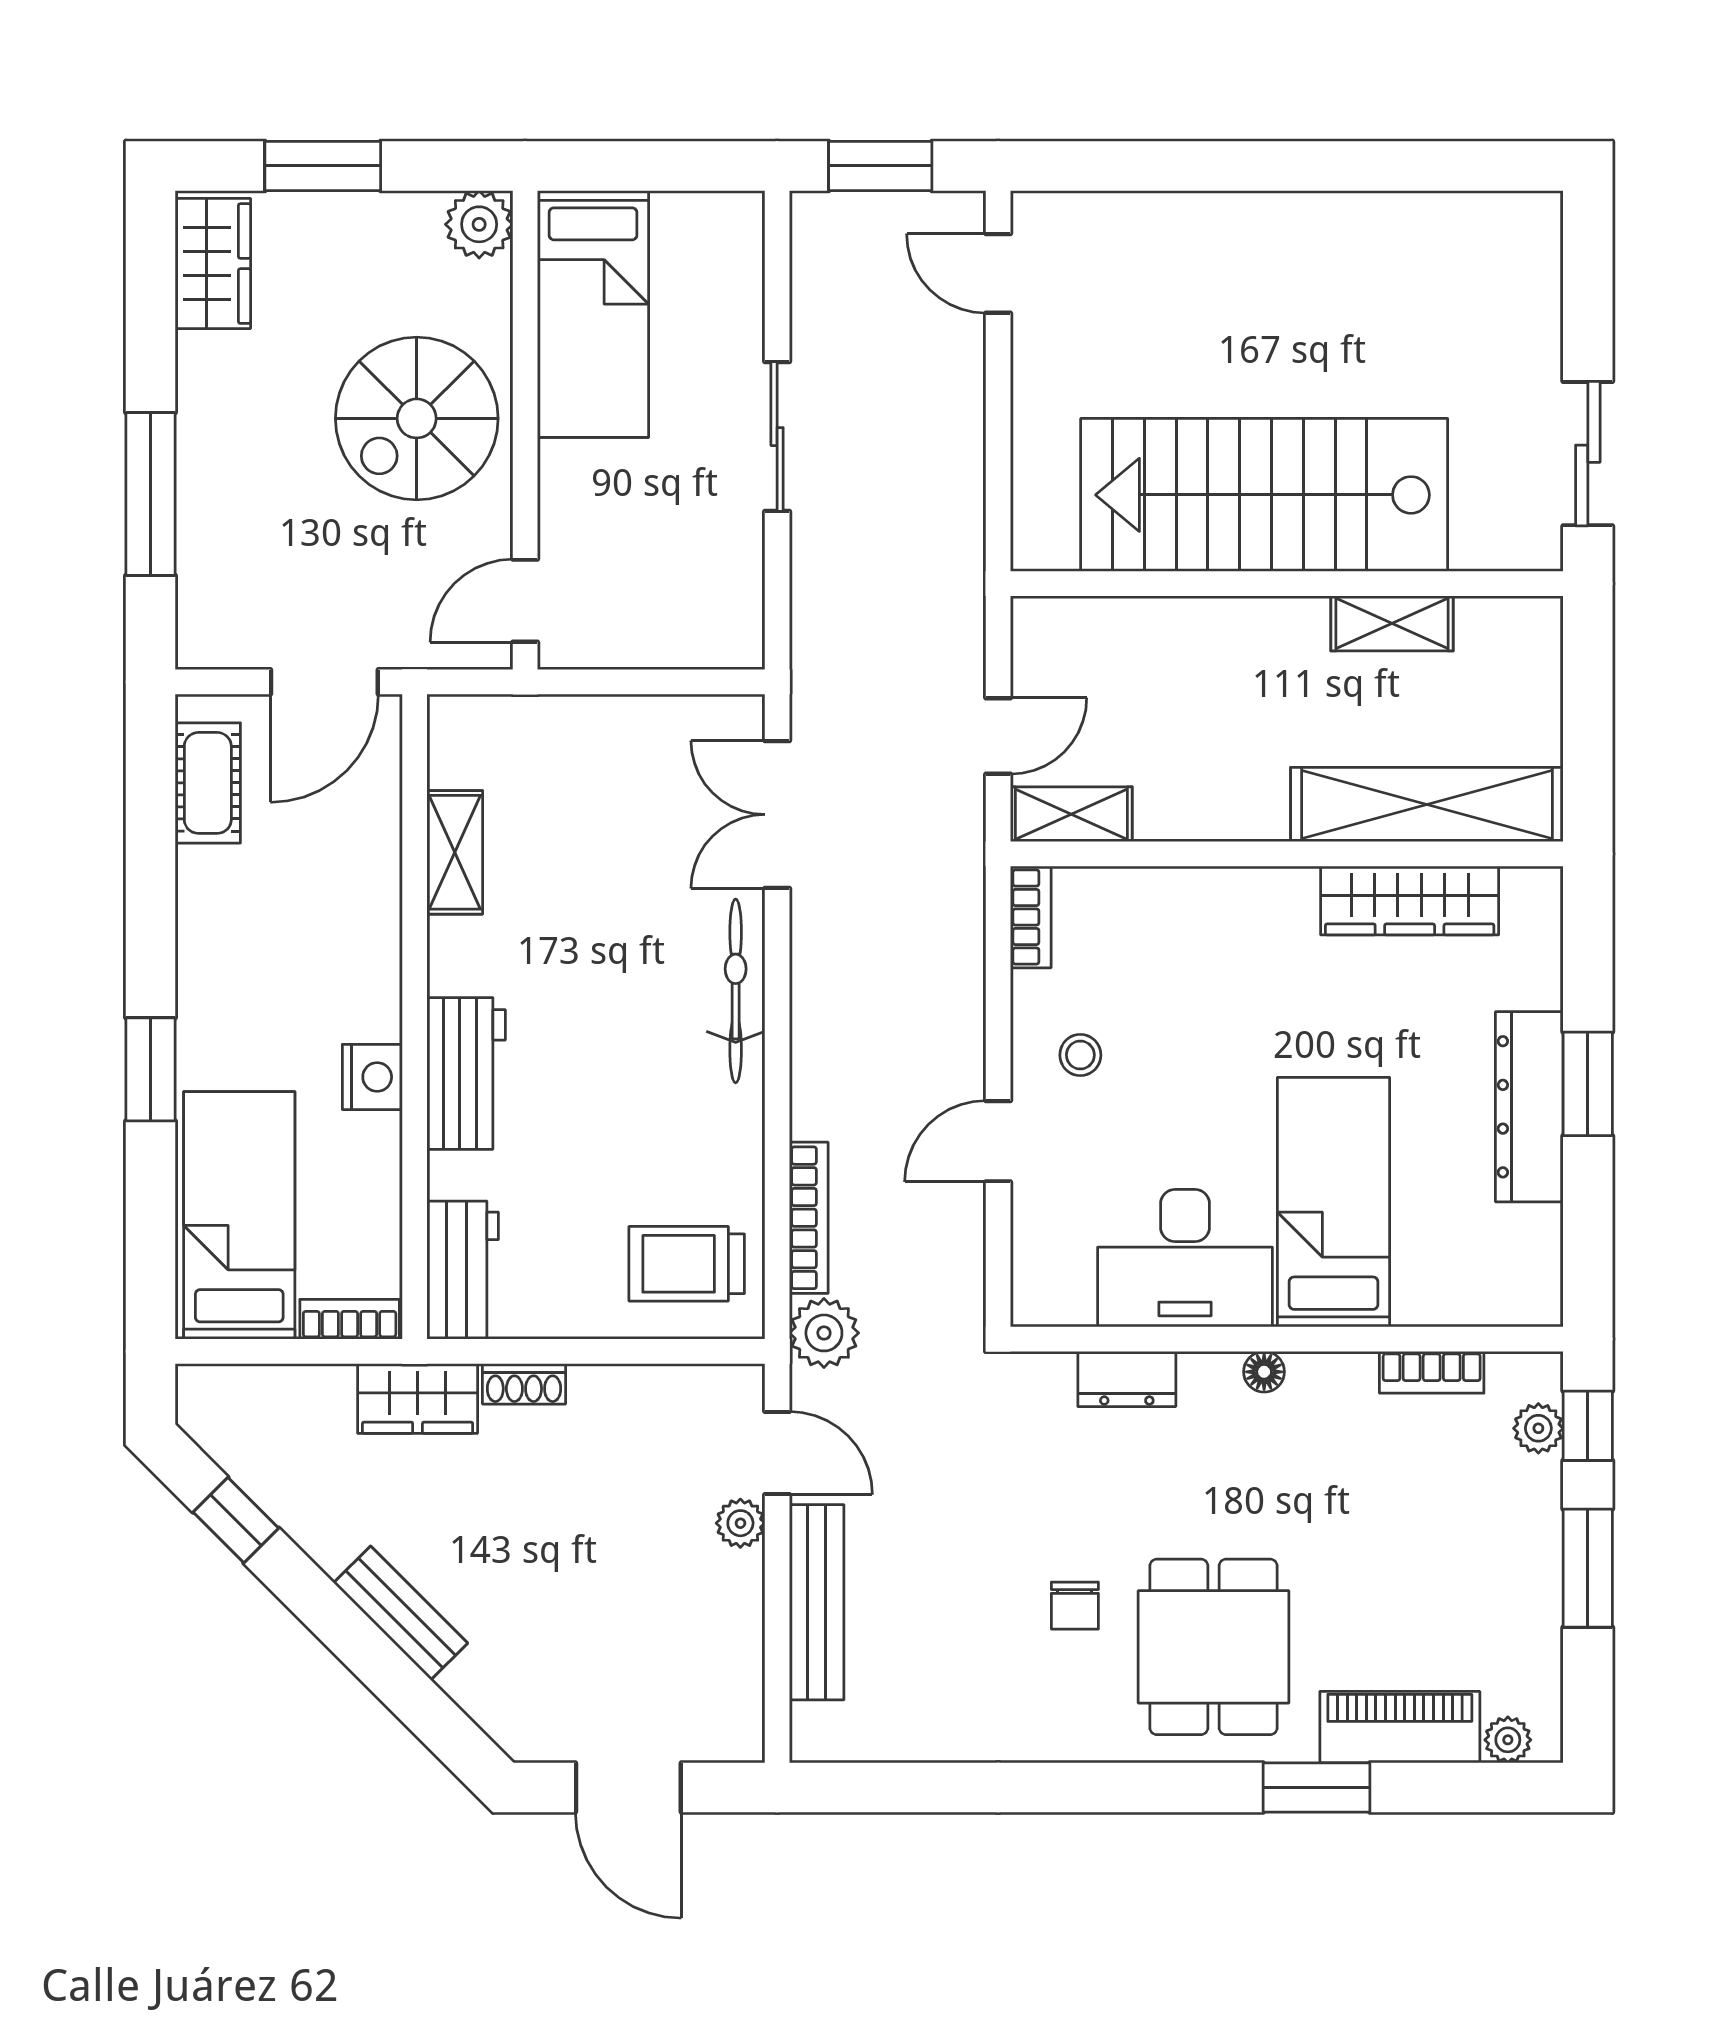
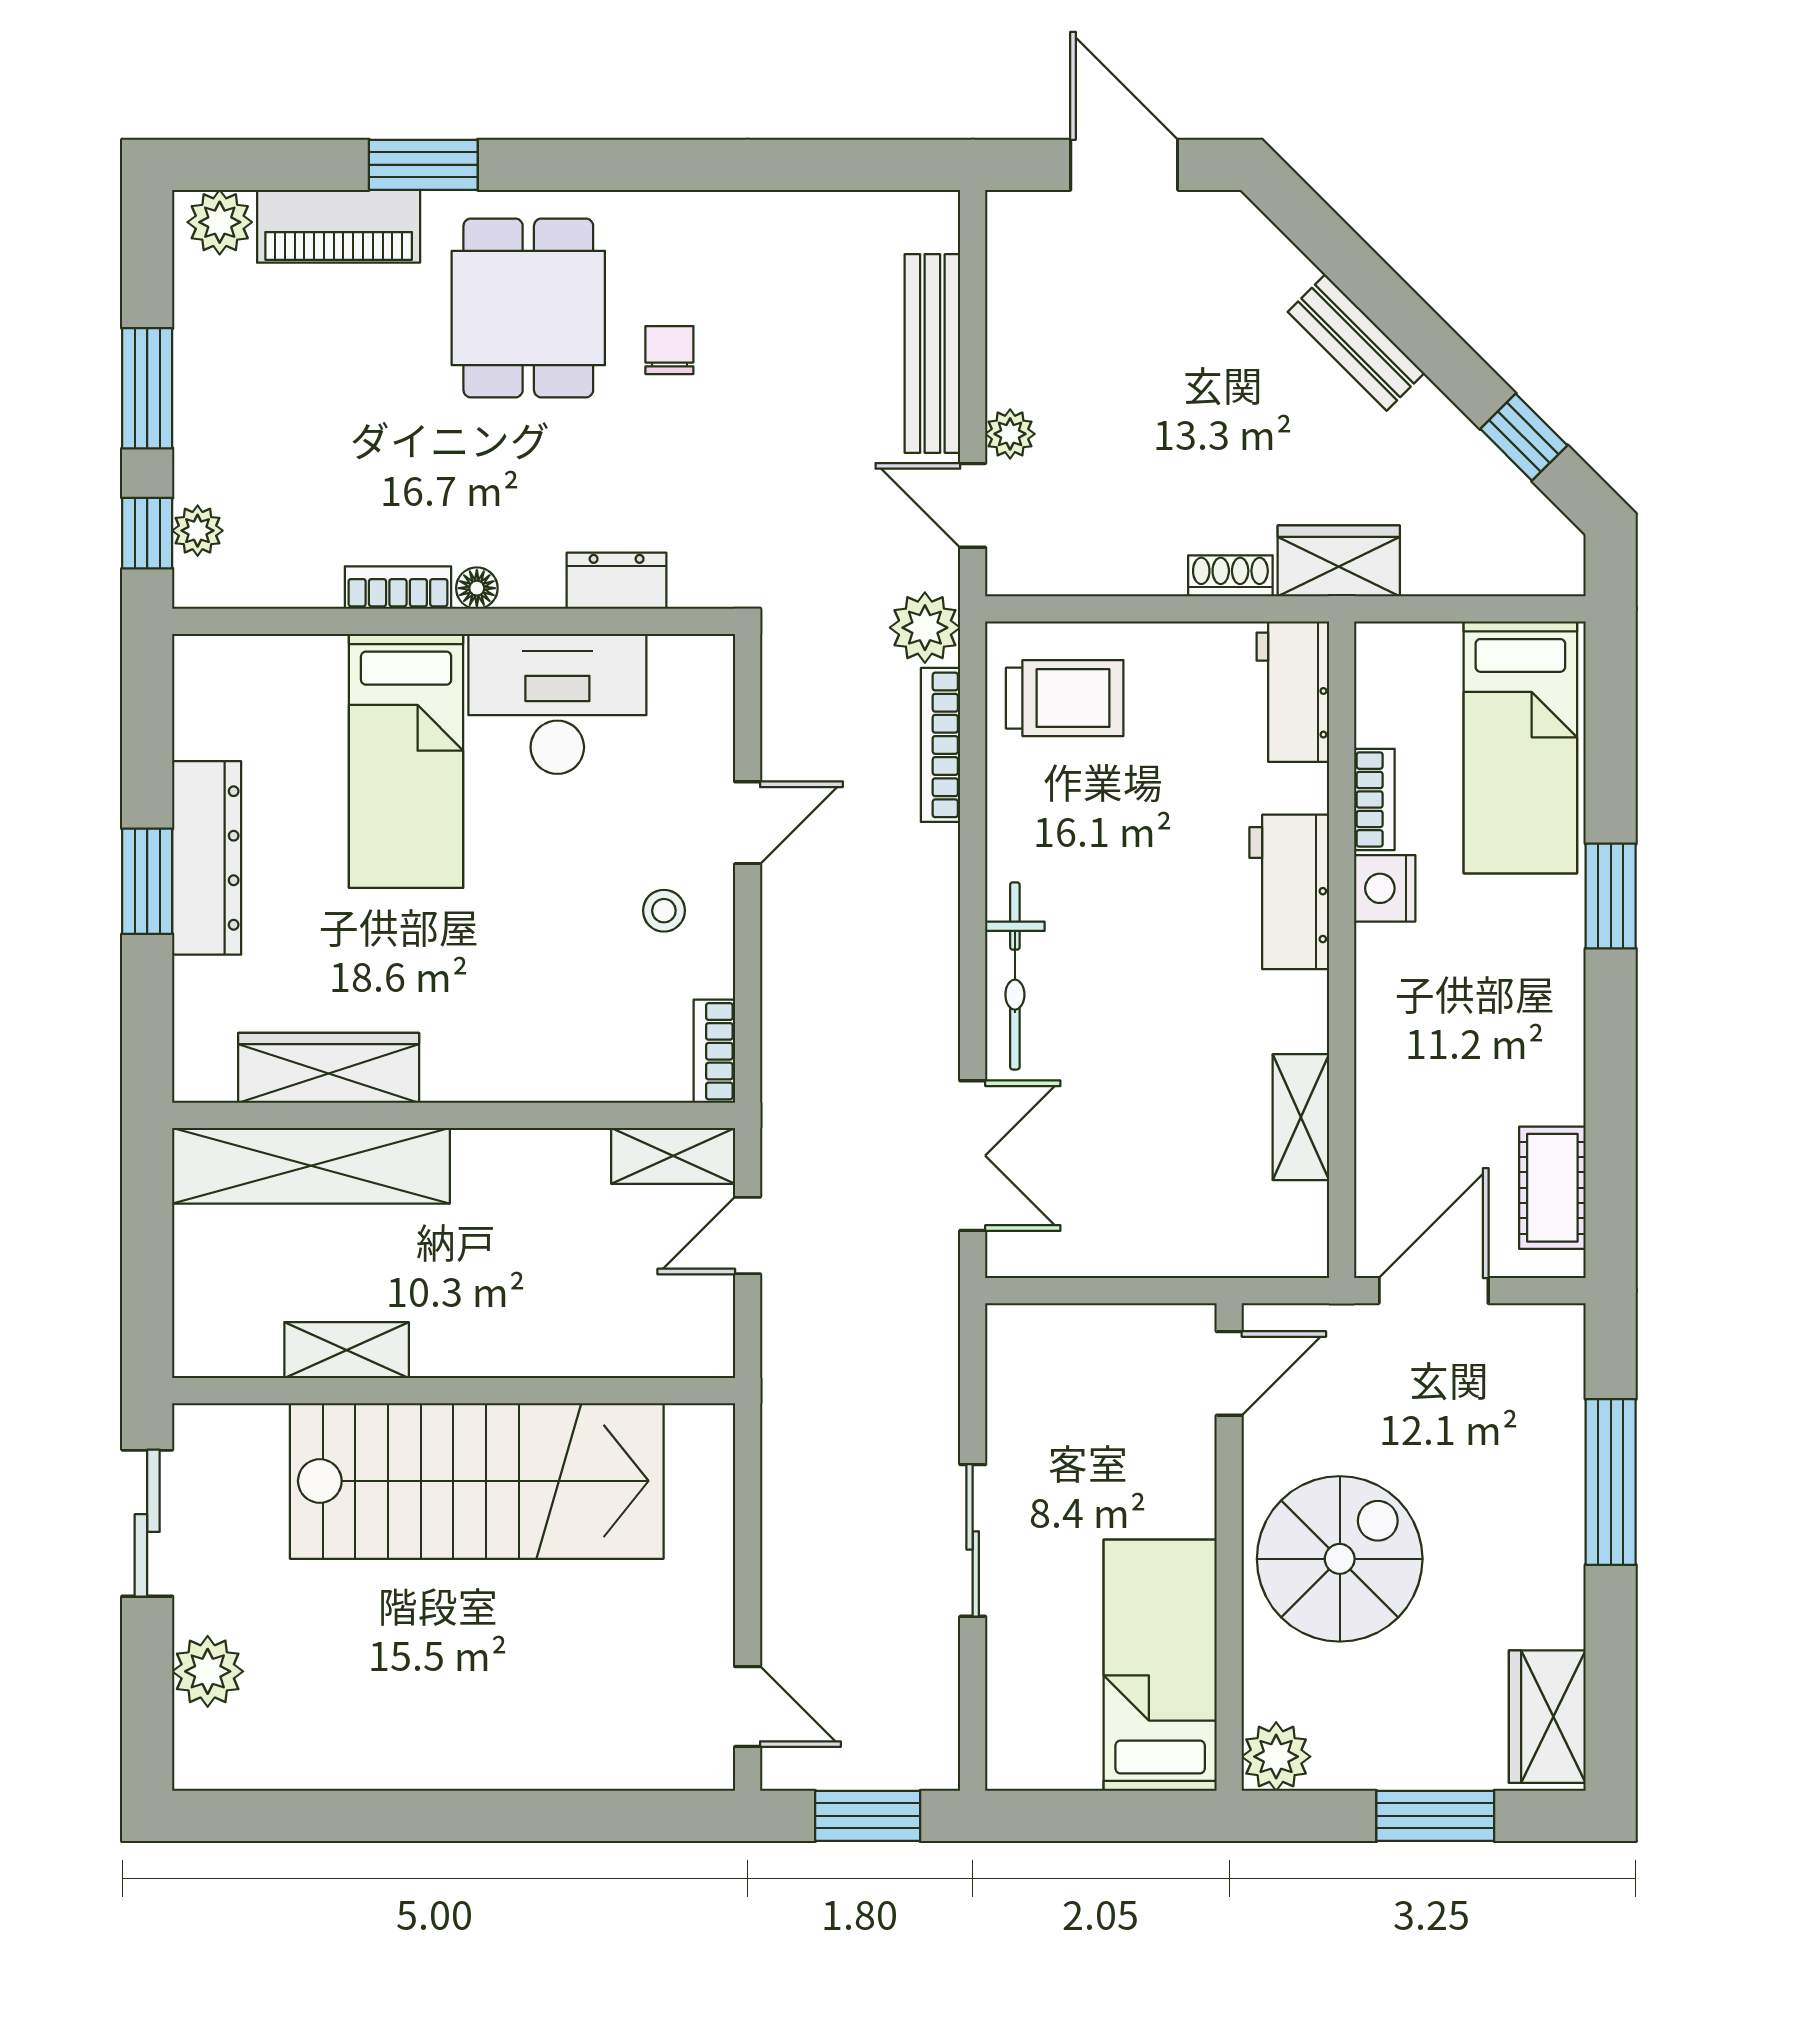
plant: (1528, 308) -> (208, 1671), added
bookcase: (350, 1319) -> (1374, 799), moved, turned -90
bookcase: (1432, 1372) -> (398, 588), moved
plant: (1508, 1740) -> (220, 222), width x1.38, depth x1.38

